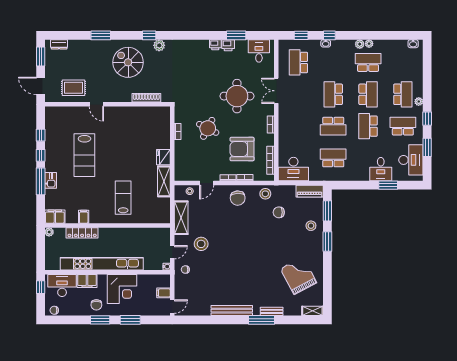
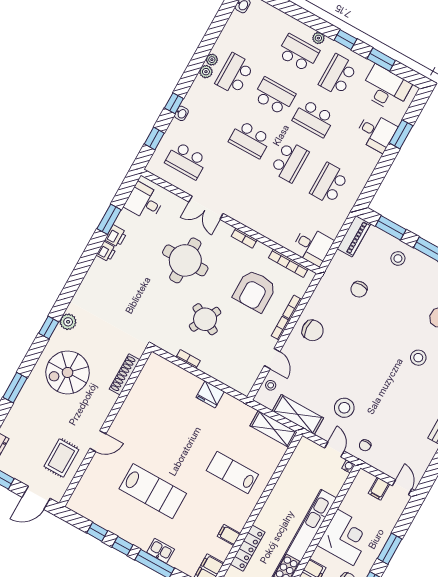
desk: (293, 169) -> (312, 246), width x0.73
shelving: (164, 181) -> (273, 429), moved
stool: (265, 194) -> (418, 358), moved

